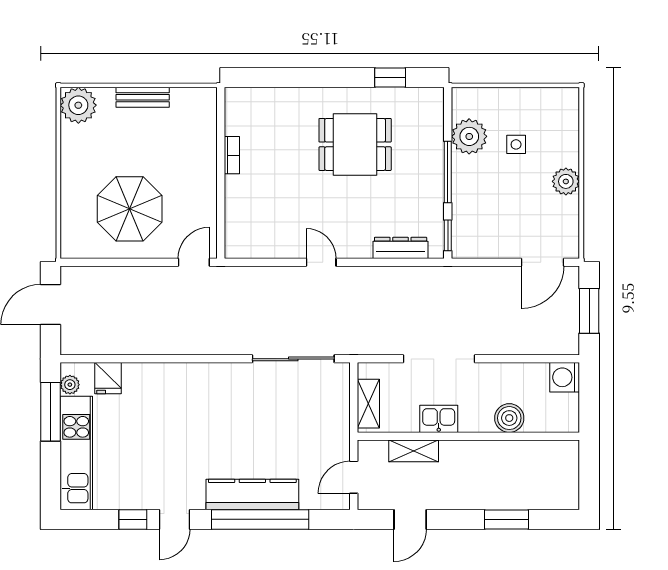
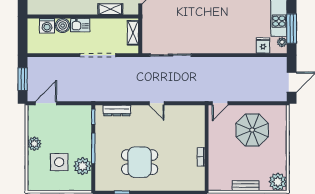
side table: (516, 144) -> (59, 162), width x1.87, depth x1.87
washing machine: (565, 377) -> (47, 26), moved, turned 90
kitchen sink: (439, 419) -> (80, 25), moved

